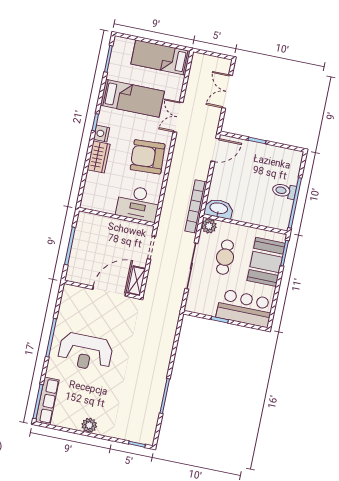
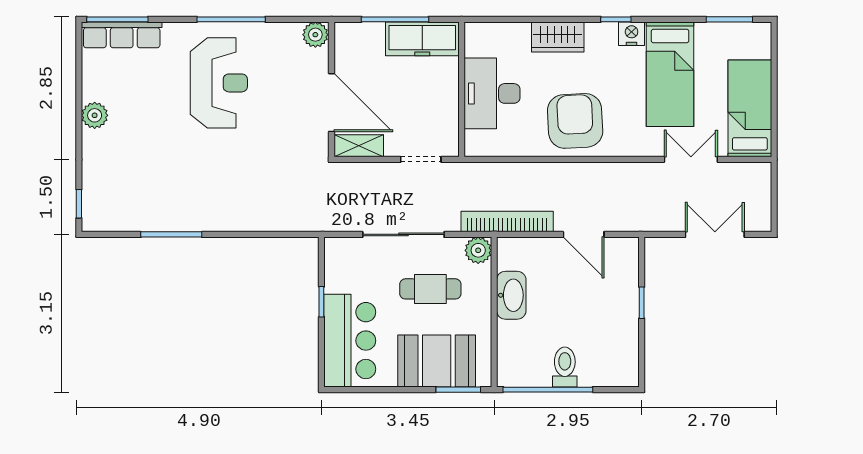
double door: (178, 117) -> (691, 159), moved
nightstand: (101, 134) -> (632, 34), moved
door: (215, 150) -> (584, 234), moved
desk: (138, 203) -> (492, 93), moved
washbasin: (219, 209) -> (511, 295), moved
freezer: (84, 233) -> (422, 39), added
plant: (69, 292) -> (315, 35), added
reception desk: (85, 352) -> (219, 83), turned 180

